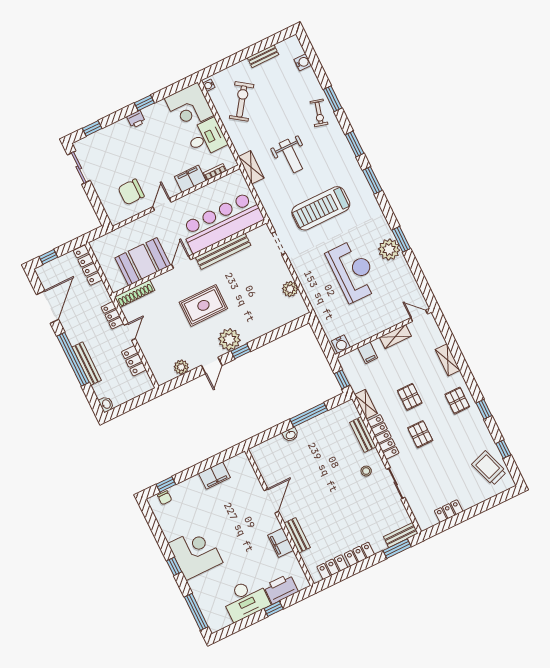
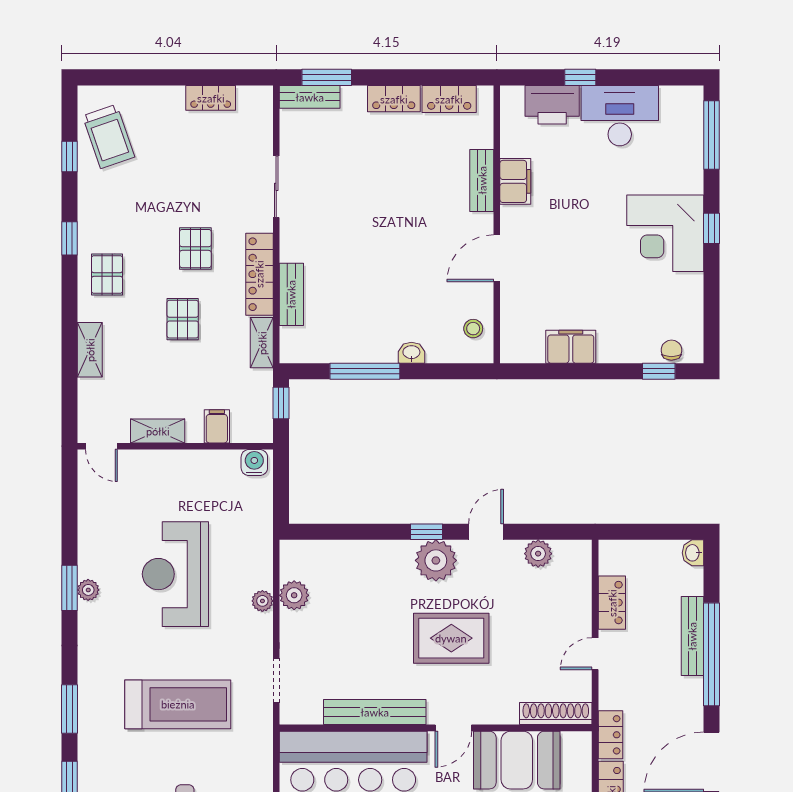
plant: (389, 250) -> (88, 590), width x0.53, depth x0.53
plant: (304, 279) -> (262, 601), added
locker: (112, 315) -> (611, 735), moved
stool: (366, 471) -> (473, 329), moved

